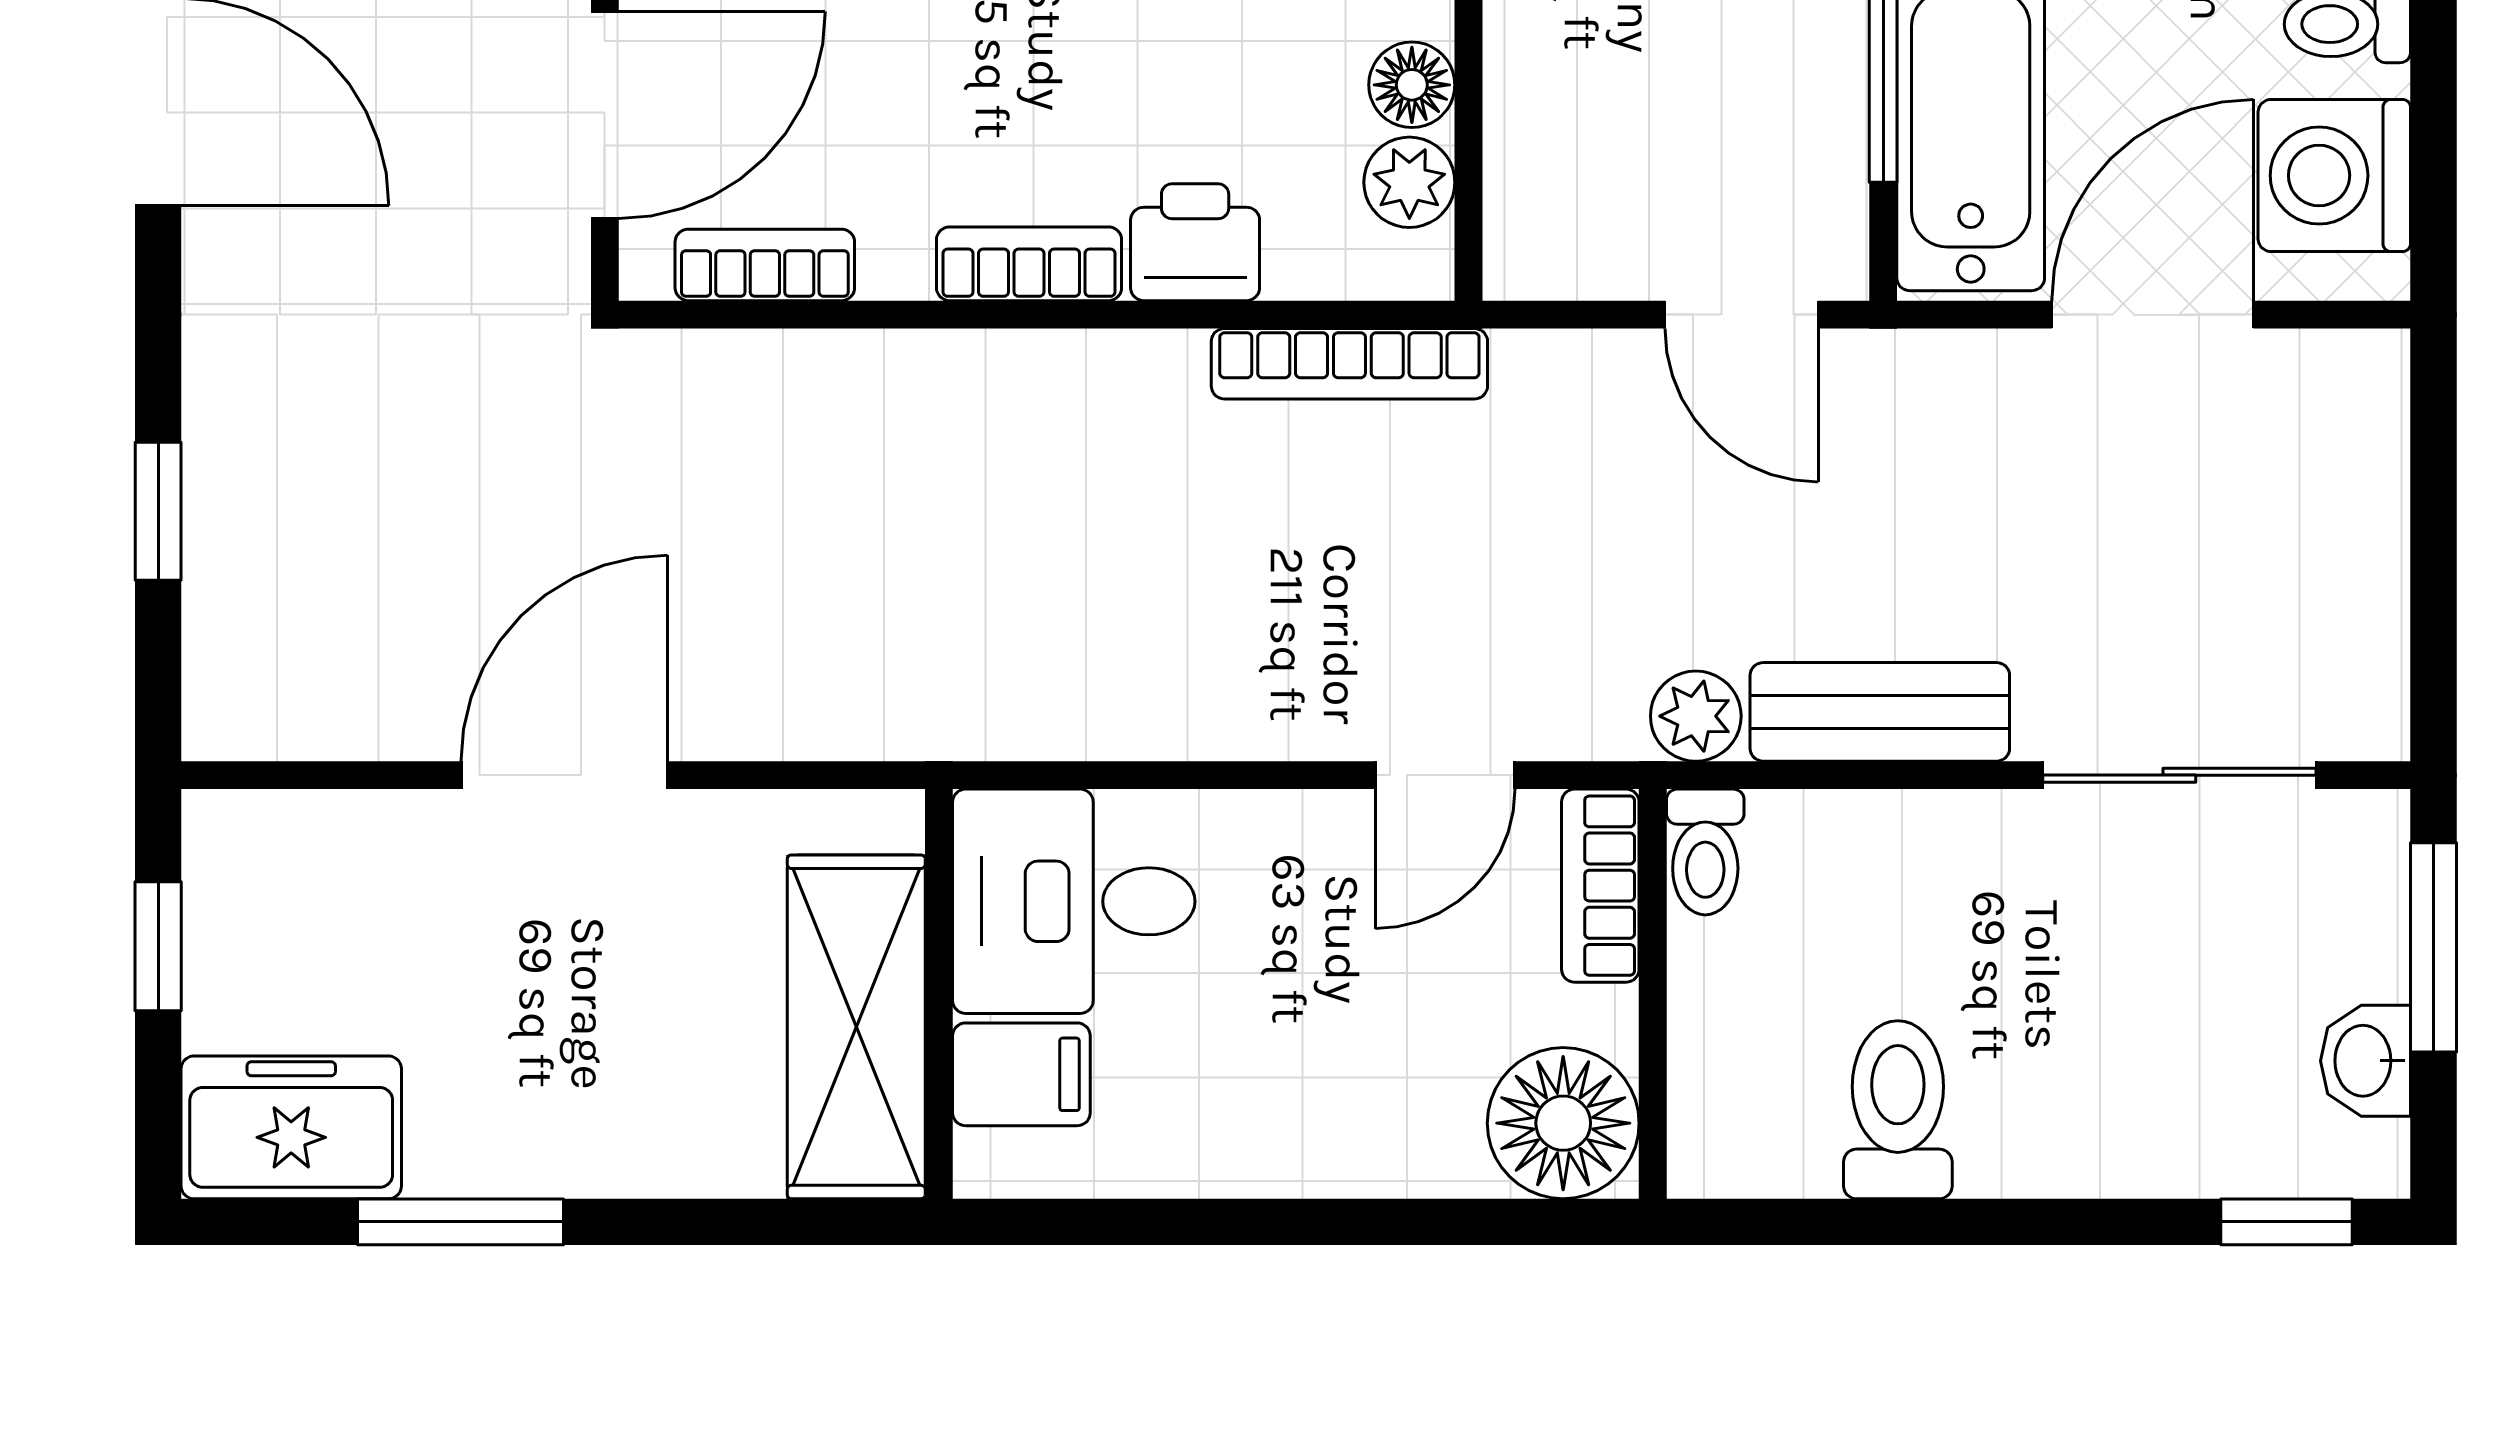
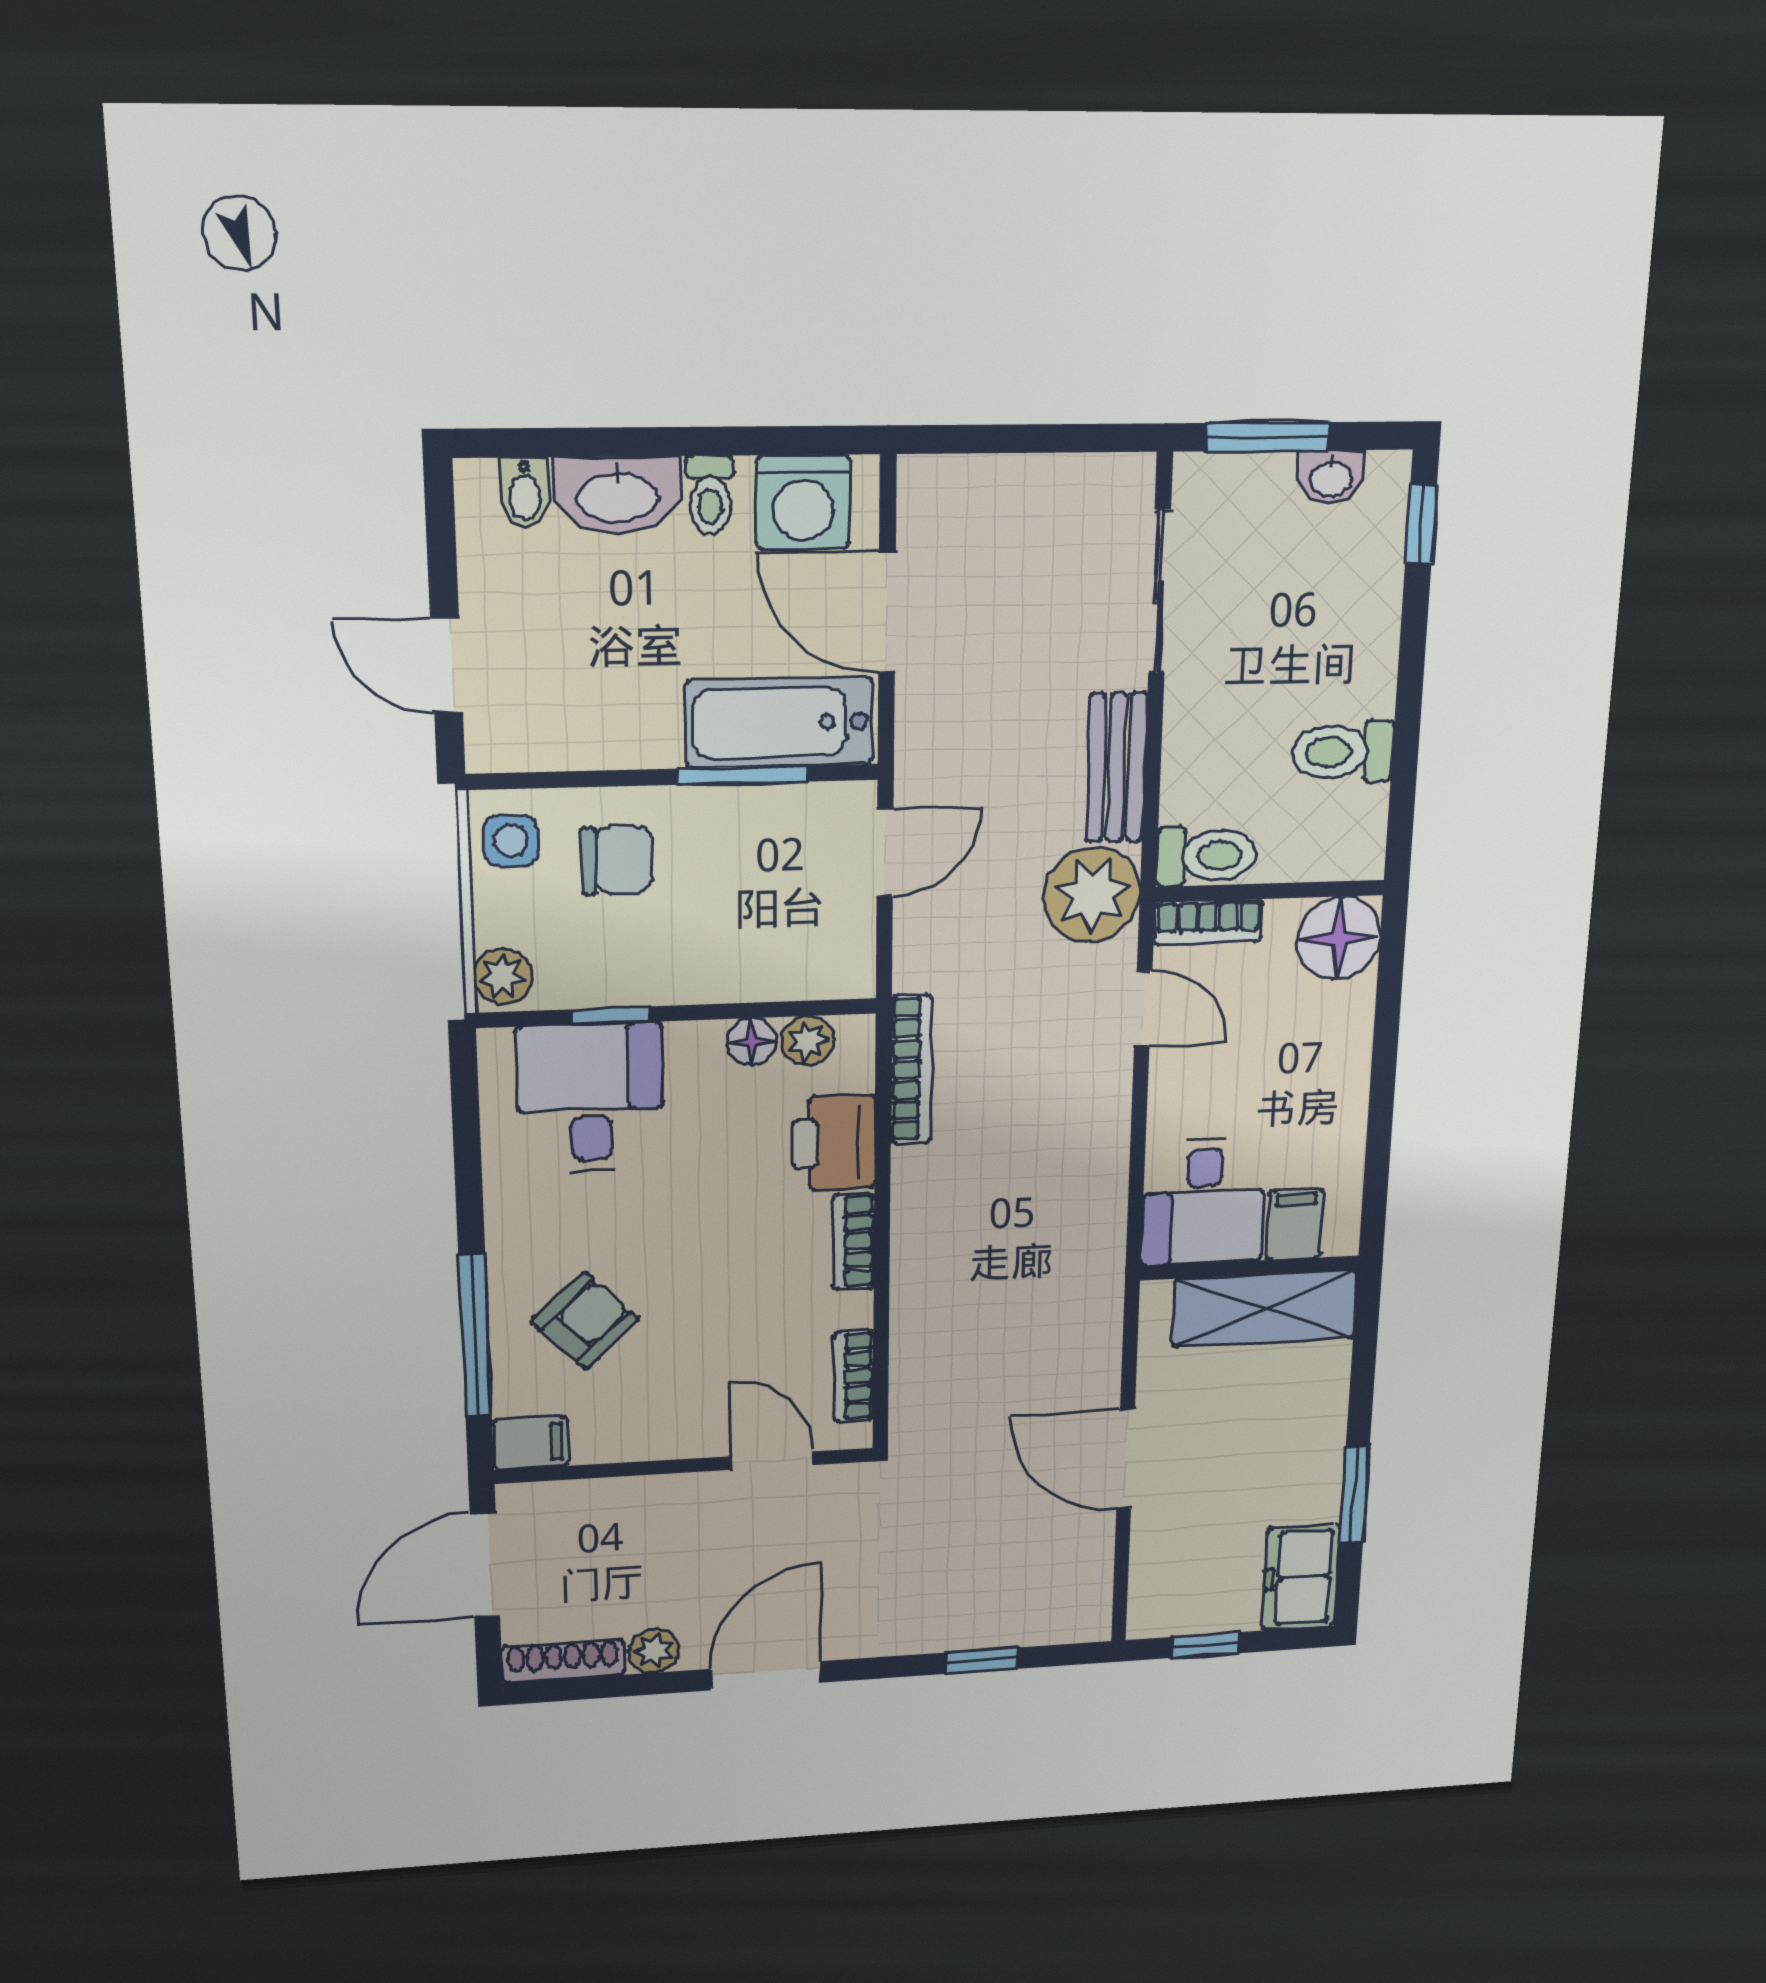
door: (605, 115) -> (772, 1461), width x0.73
printer: (1195, 242) -> (834, 1143), width x1.36, depth x1.24
plant: (1696, 716) -> (1092, 895), width x1.88, depth x1.88
toilet: (1705, 852) -> (1206, 856), width x1.37, depth x1.39

